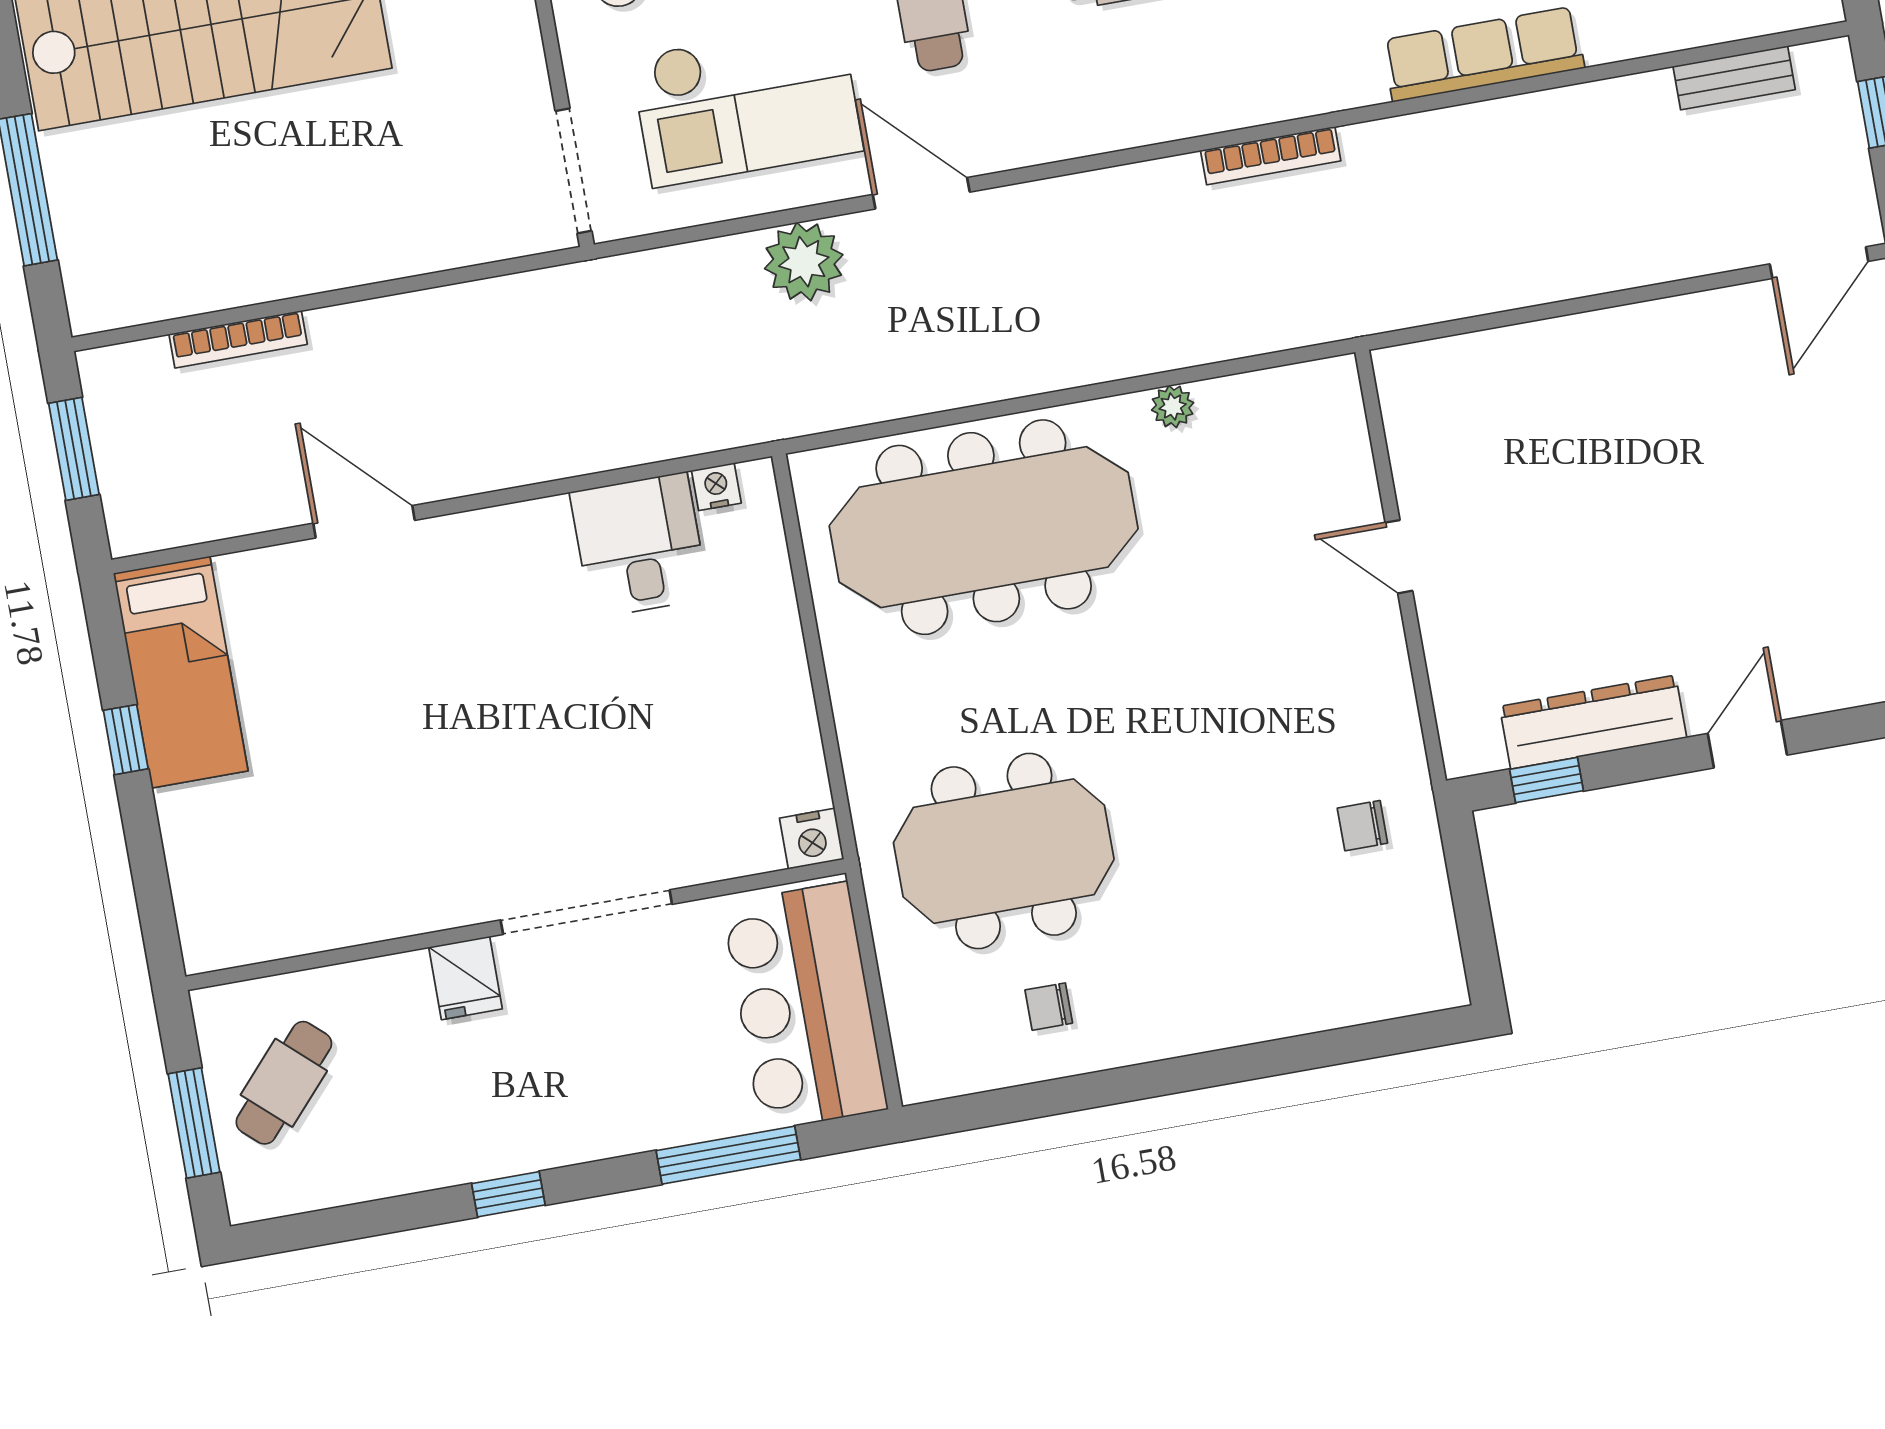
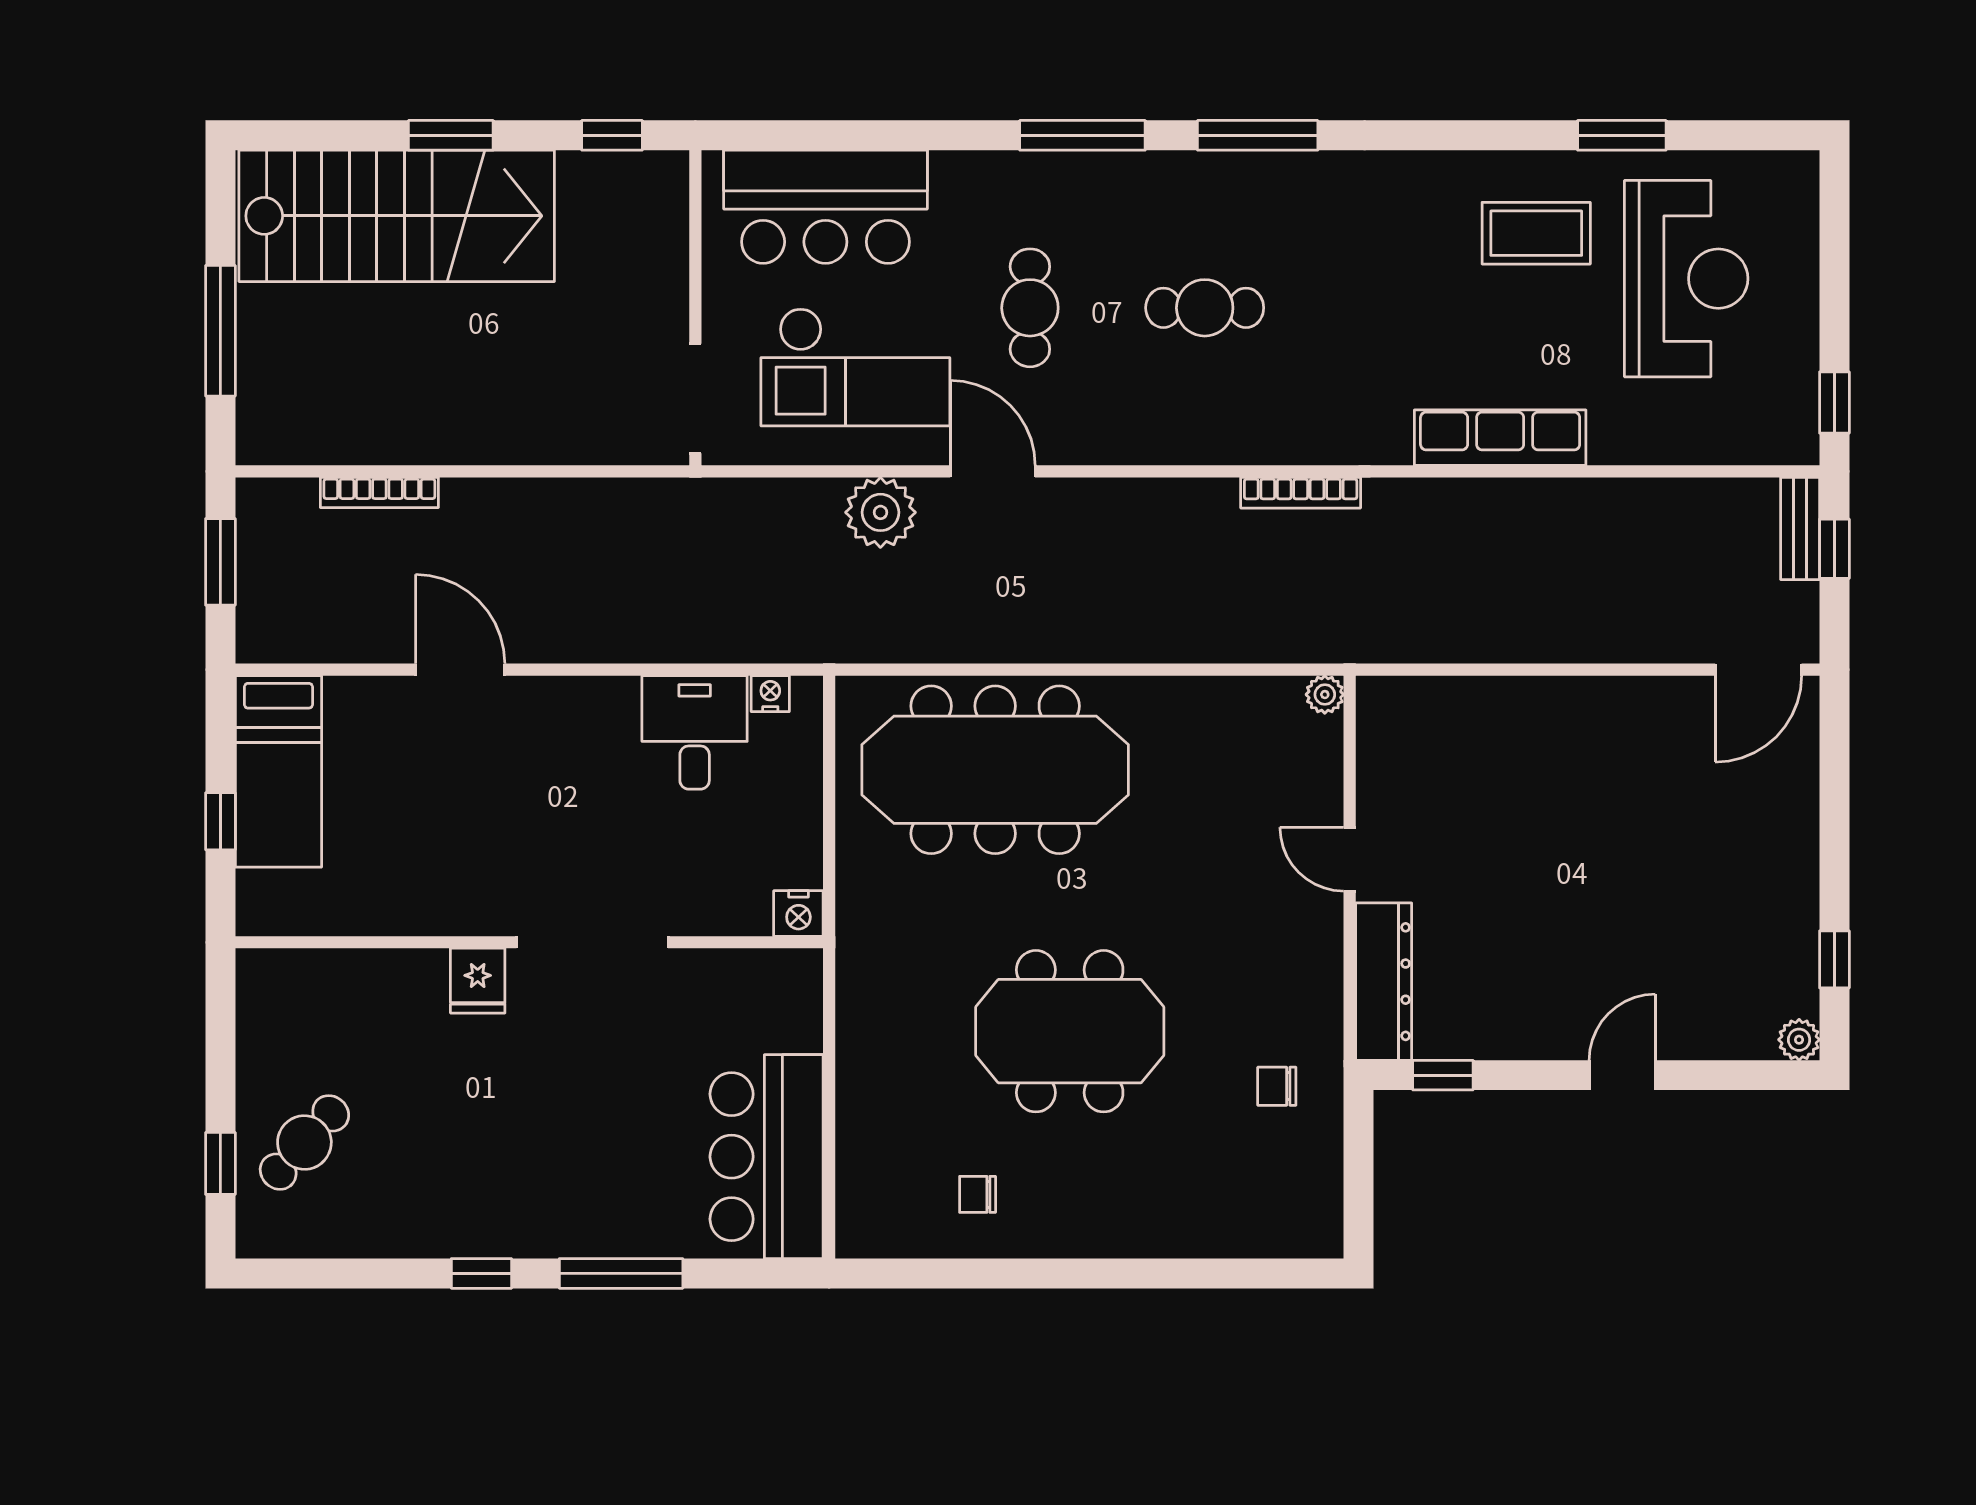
bench: (1734, 78) -> (1800, 528), moved, turned 90
plant: (1173, 406) -> (1325, 695), moved
dresser: (1593, 722) -> (1384, 982), moved, turned 90
nightstand: (812, 839) -> (798, 914), moved
meeting table: (1004, 851) -> (1070, 1031), moved
doorway: (586, 912) -> (592, 942), moved
wall: (516, 925) -> (529, 942), moved
fridge: (466, 978) -> (478, 981), moved
window: (194, 1123) -> (220, 1163), width x0.67
window: (728, 1155) -> (621, 1273), moved

